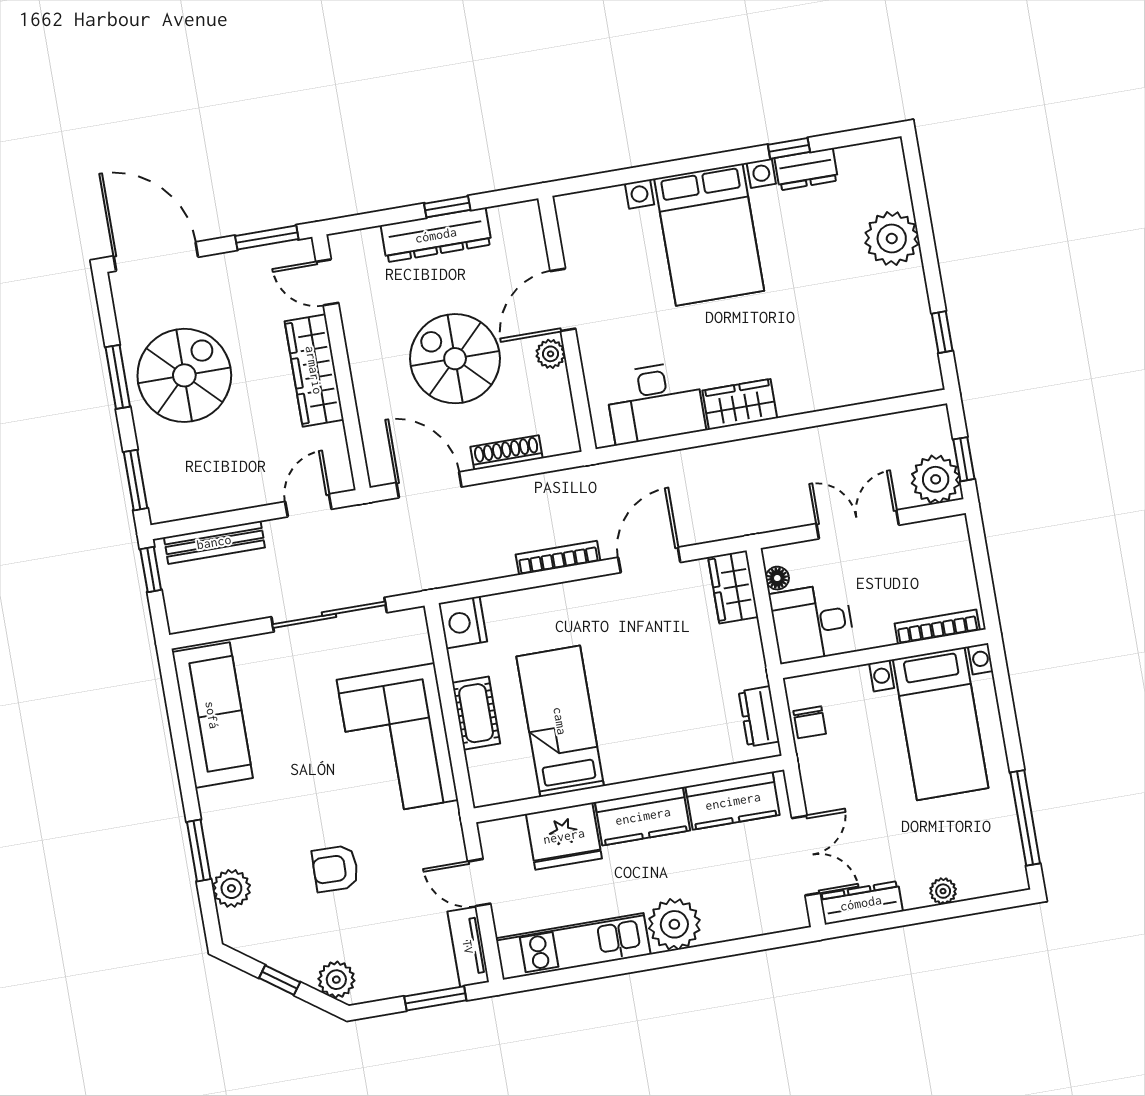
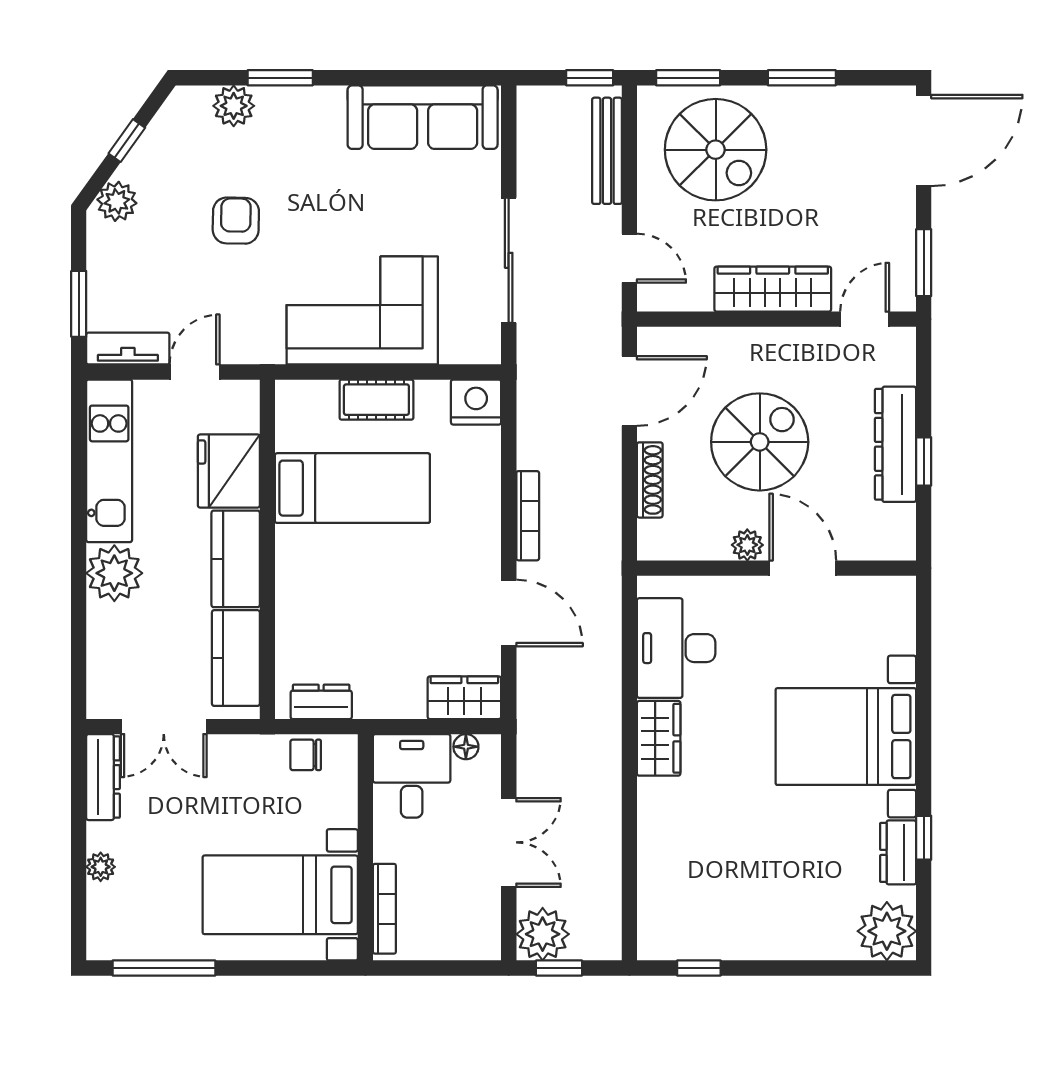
plant: (892, 238) -> (887, 931), moved
spiral stairs: (184, 375) -> (716, 150), moved

